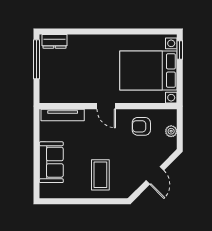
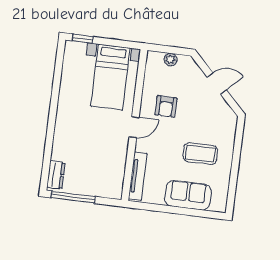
bed with nightstands: (148, 71) -> (110, 77), width x0.73
armchair: (141, 126) -> (166, 106), moved
coffee table: (100, 175) -> (200, 154), moved

